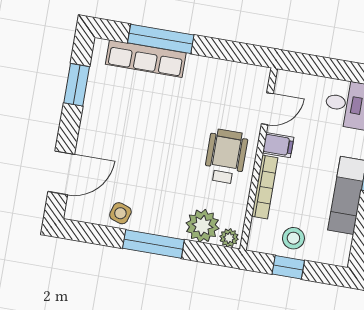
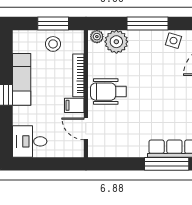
door: (267, 109) -> (86, 129), hinge flipped
wheelchair: (226, 156) -> (109, 92), turned 90
window: (288, 267) -> (53, 24), width x1.50

